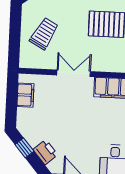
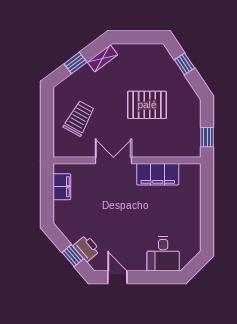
window: (24, 148) -> (73, 256), moved

